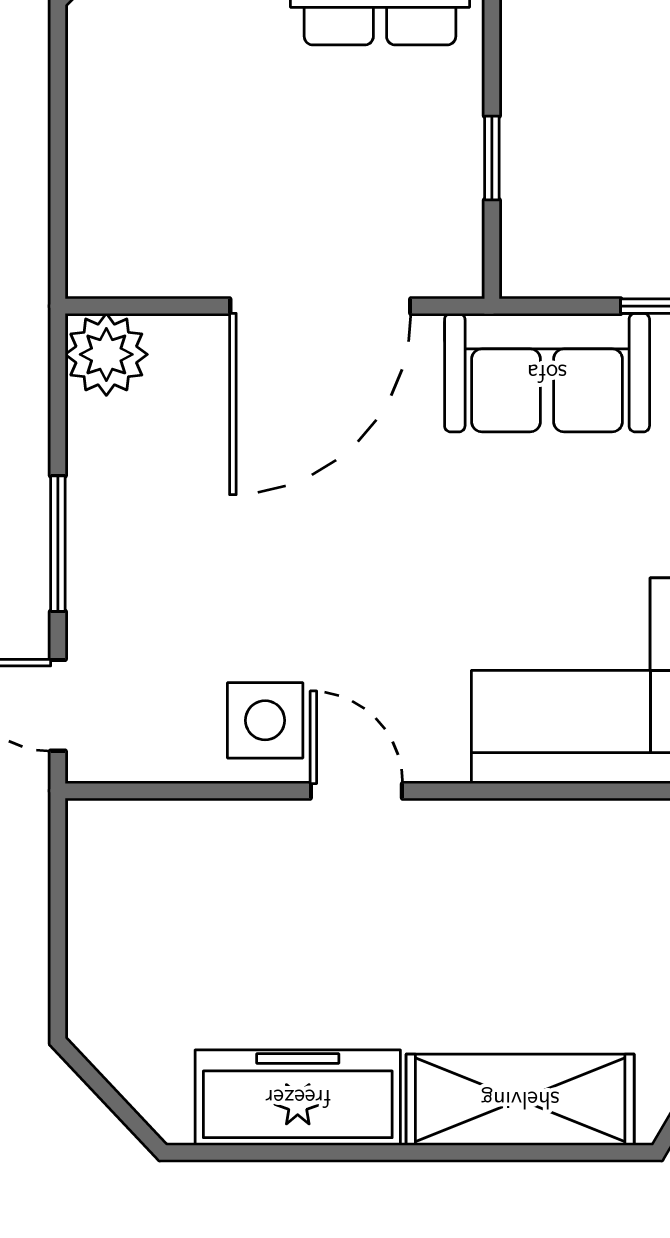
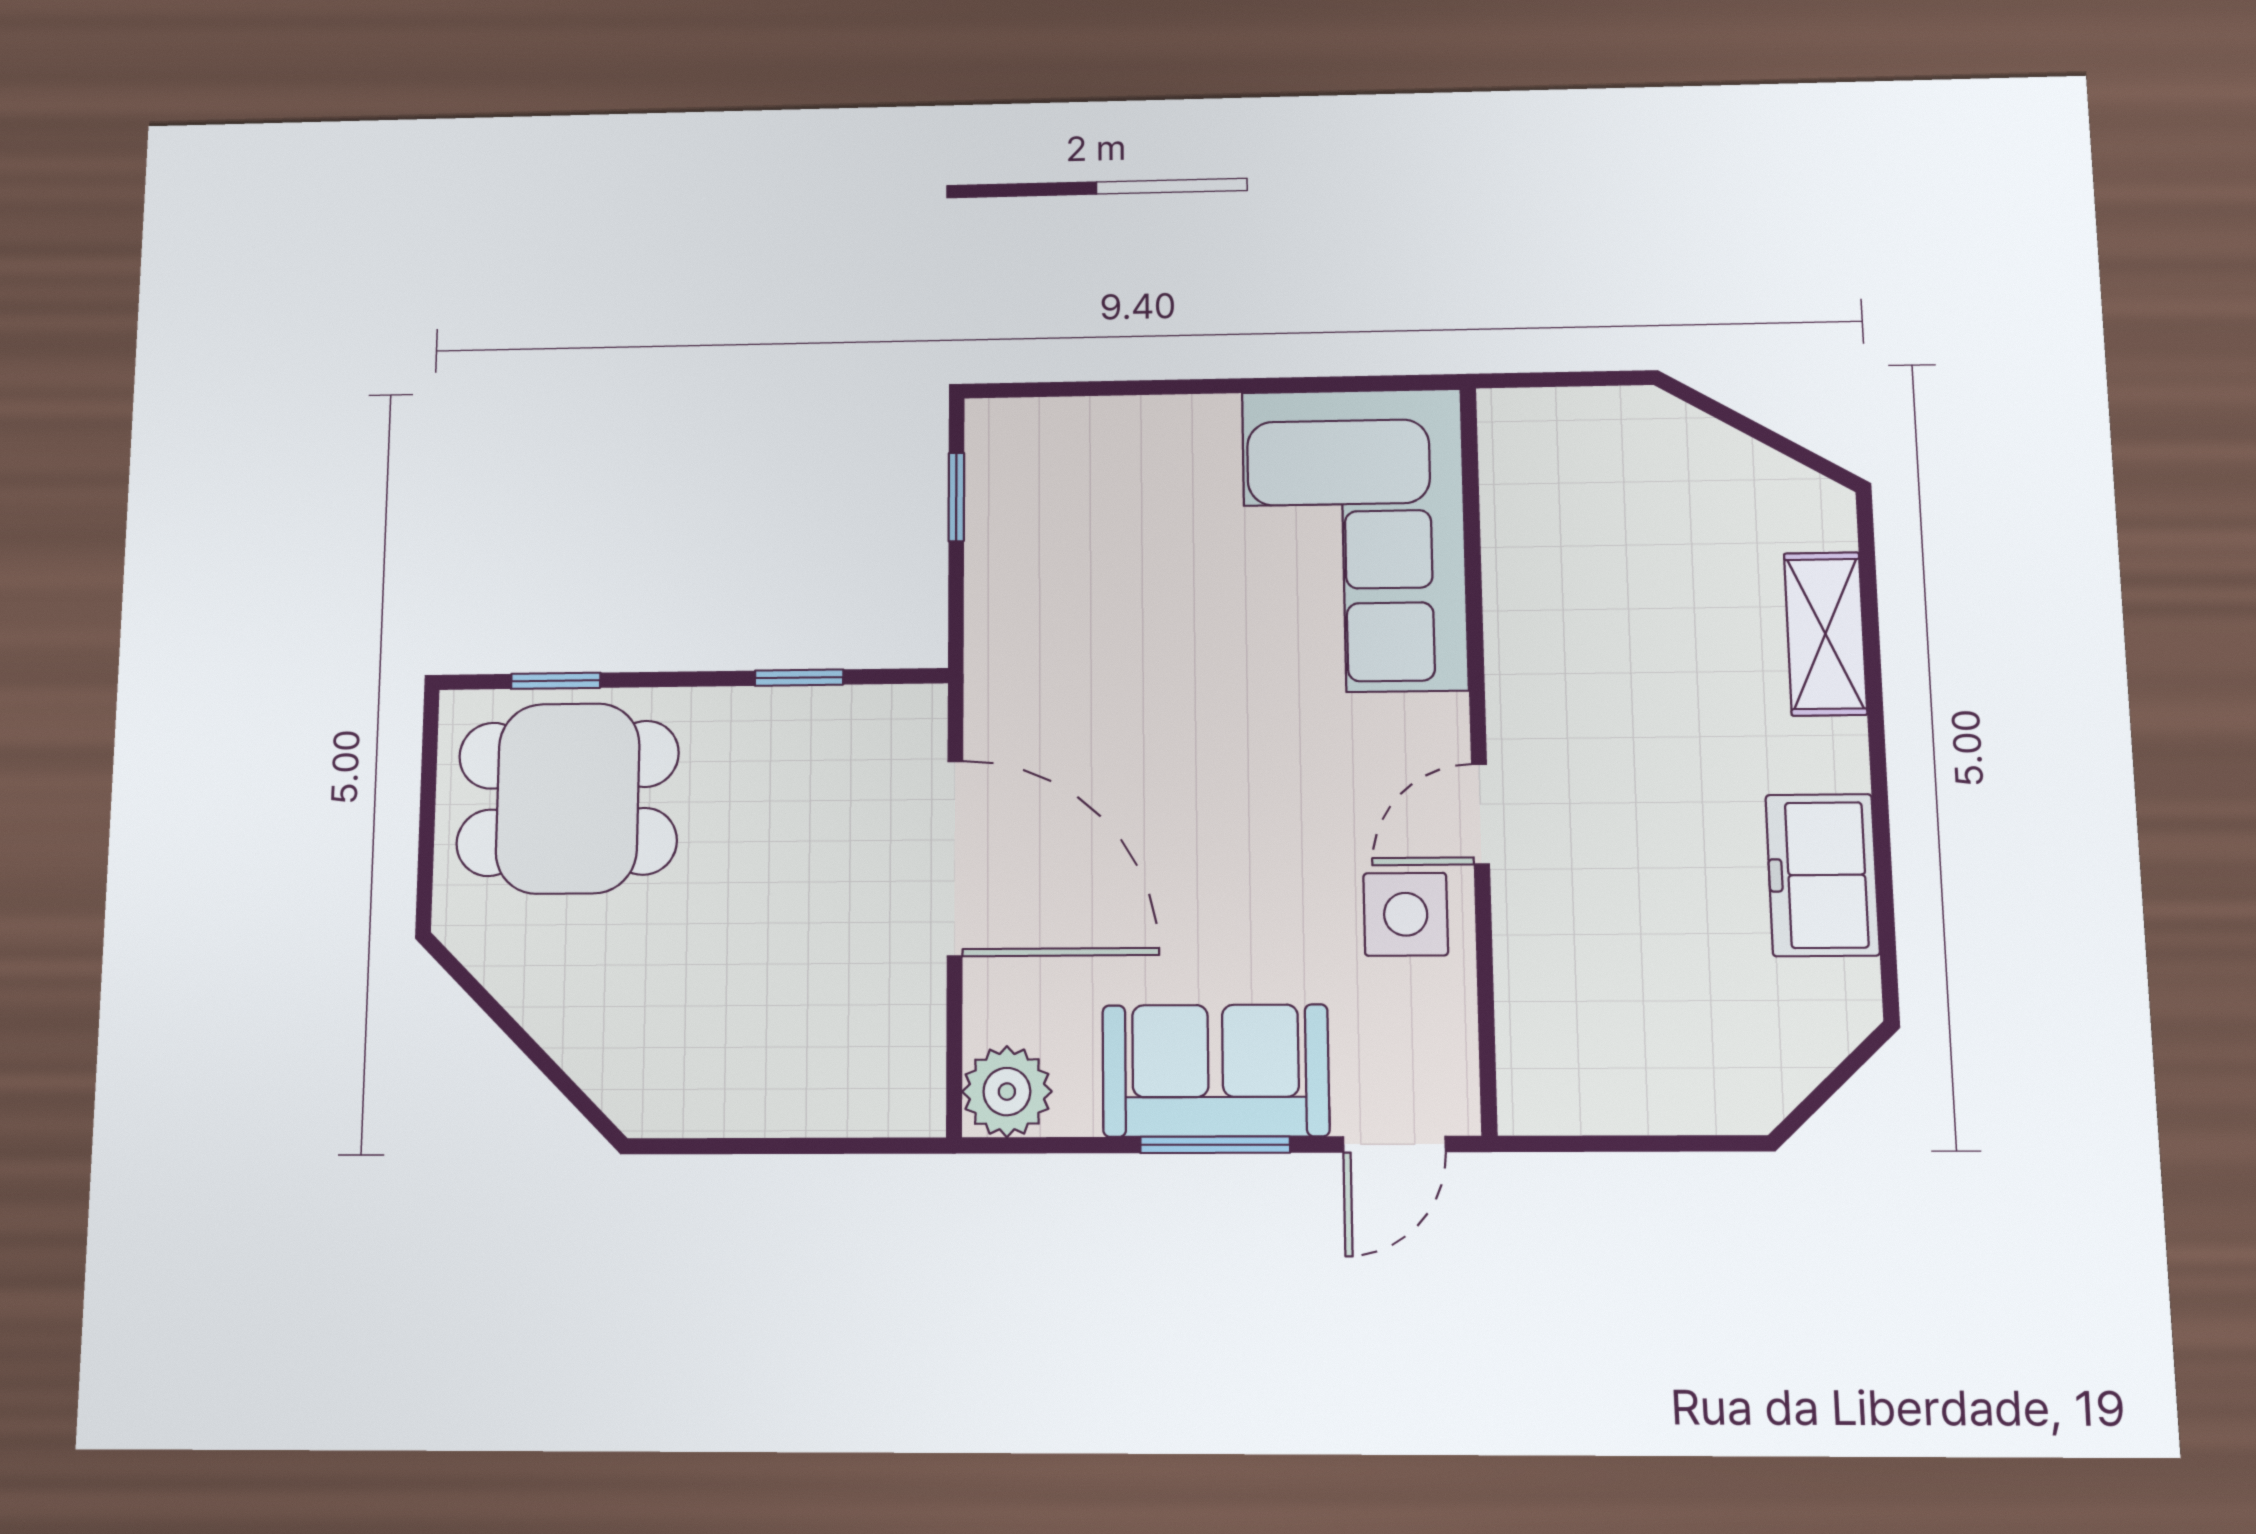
sofa: (547, 373) -> (1216, 1071), moved, turned -90
freezer: (298, 1098) -> (1822, 875), width x0.71
shelving: (520, 1100) -> (1825, 634), width x0.67, depth x0.75

